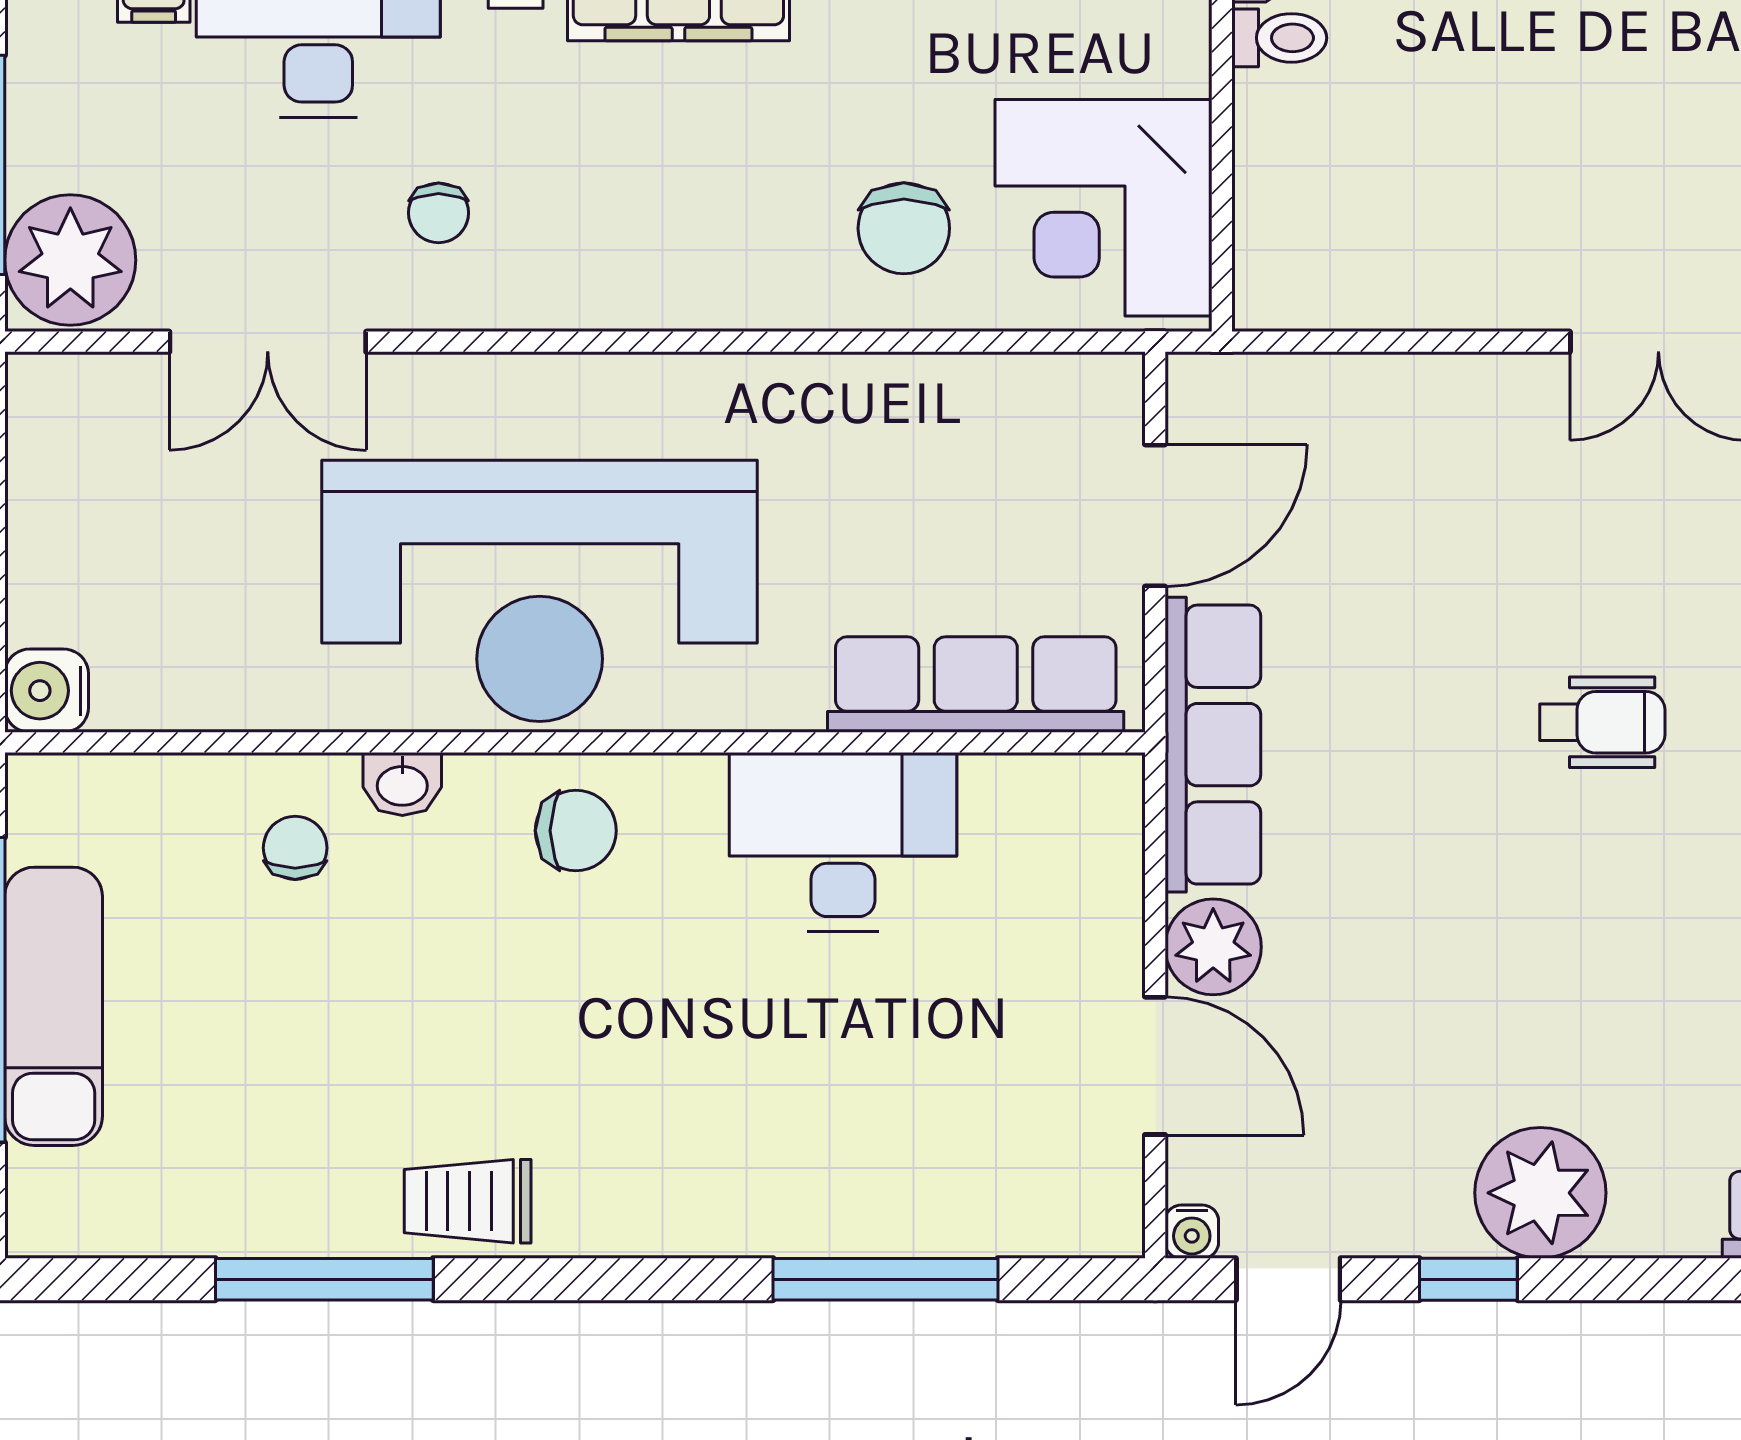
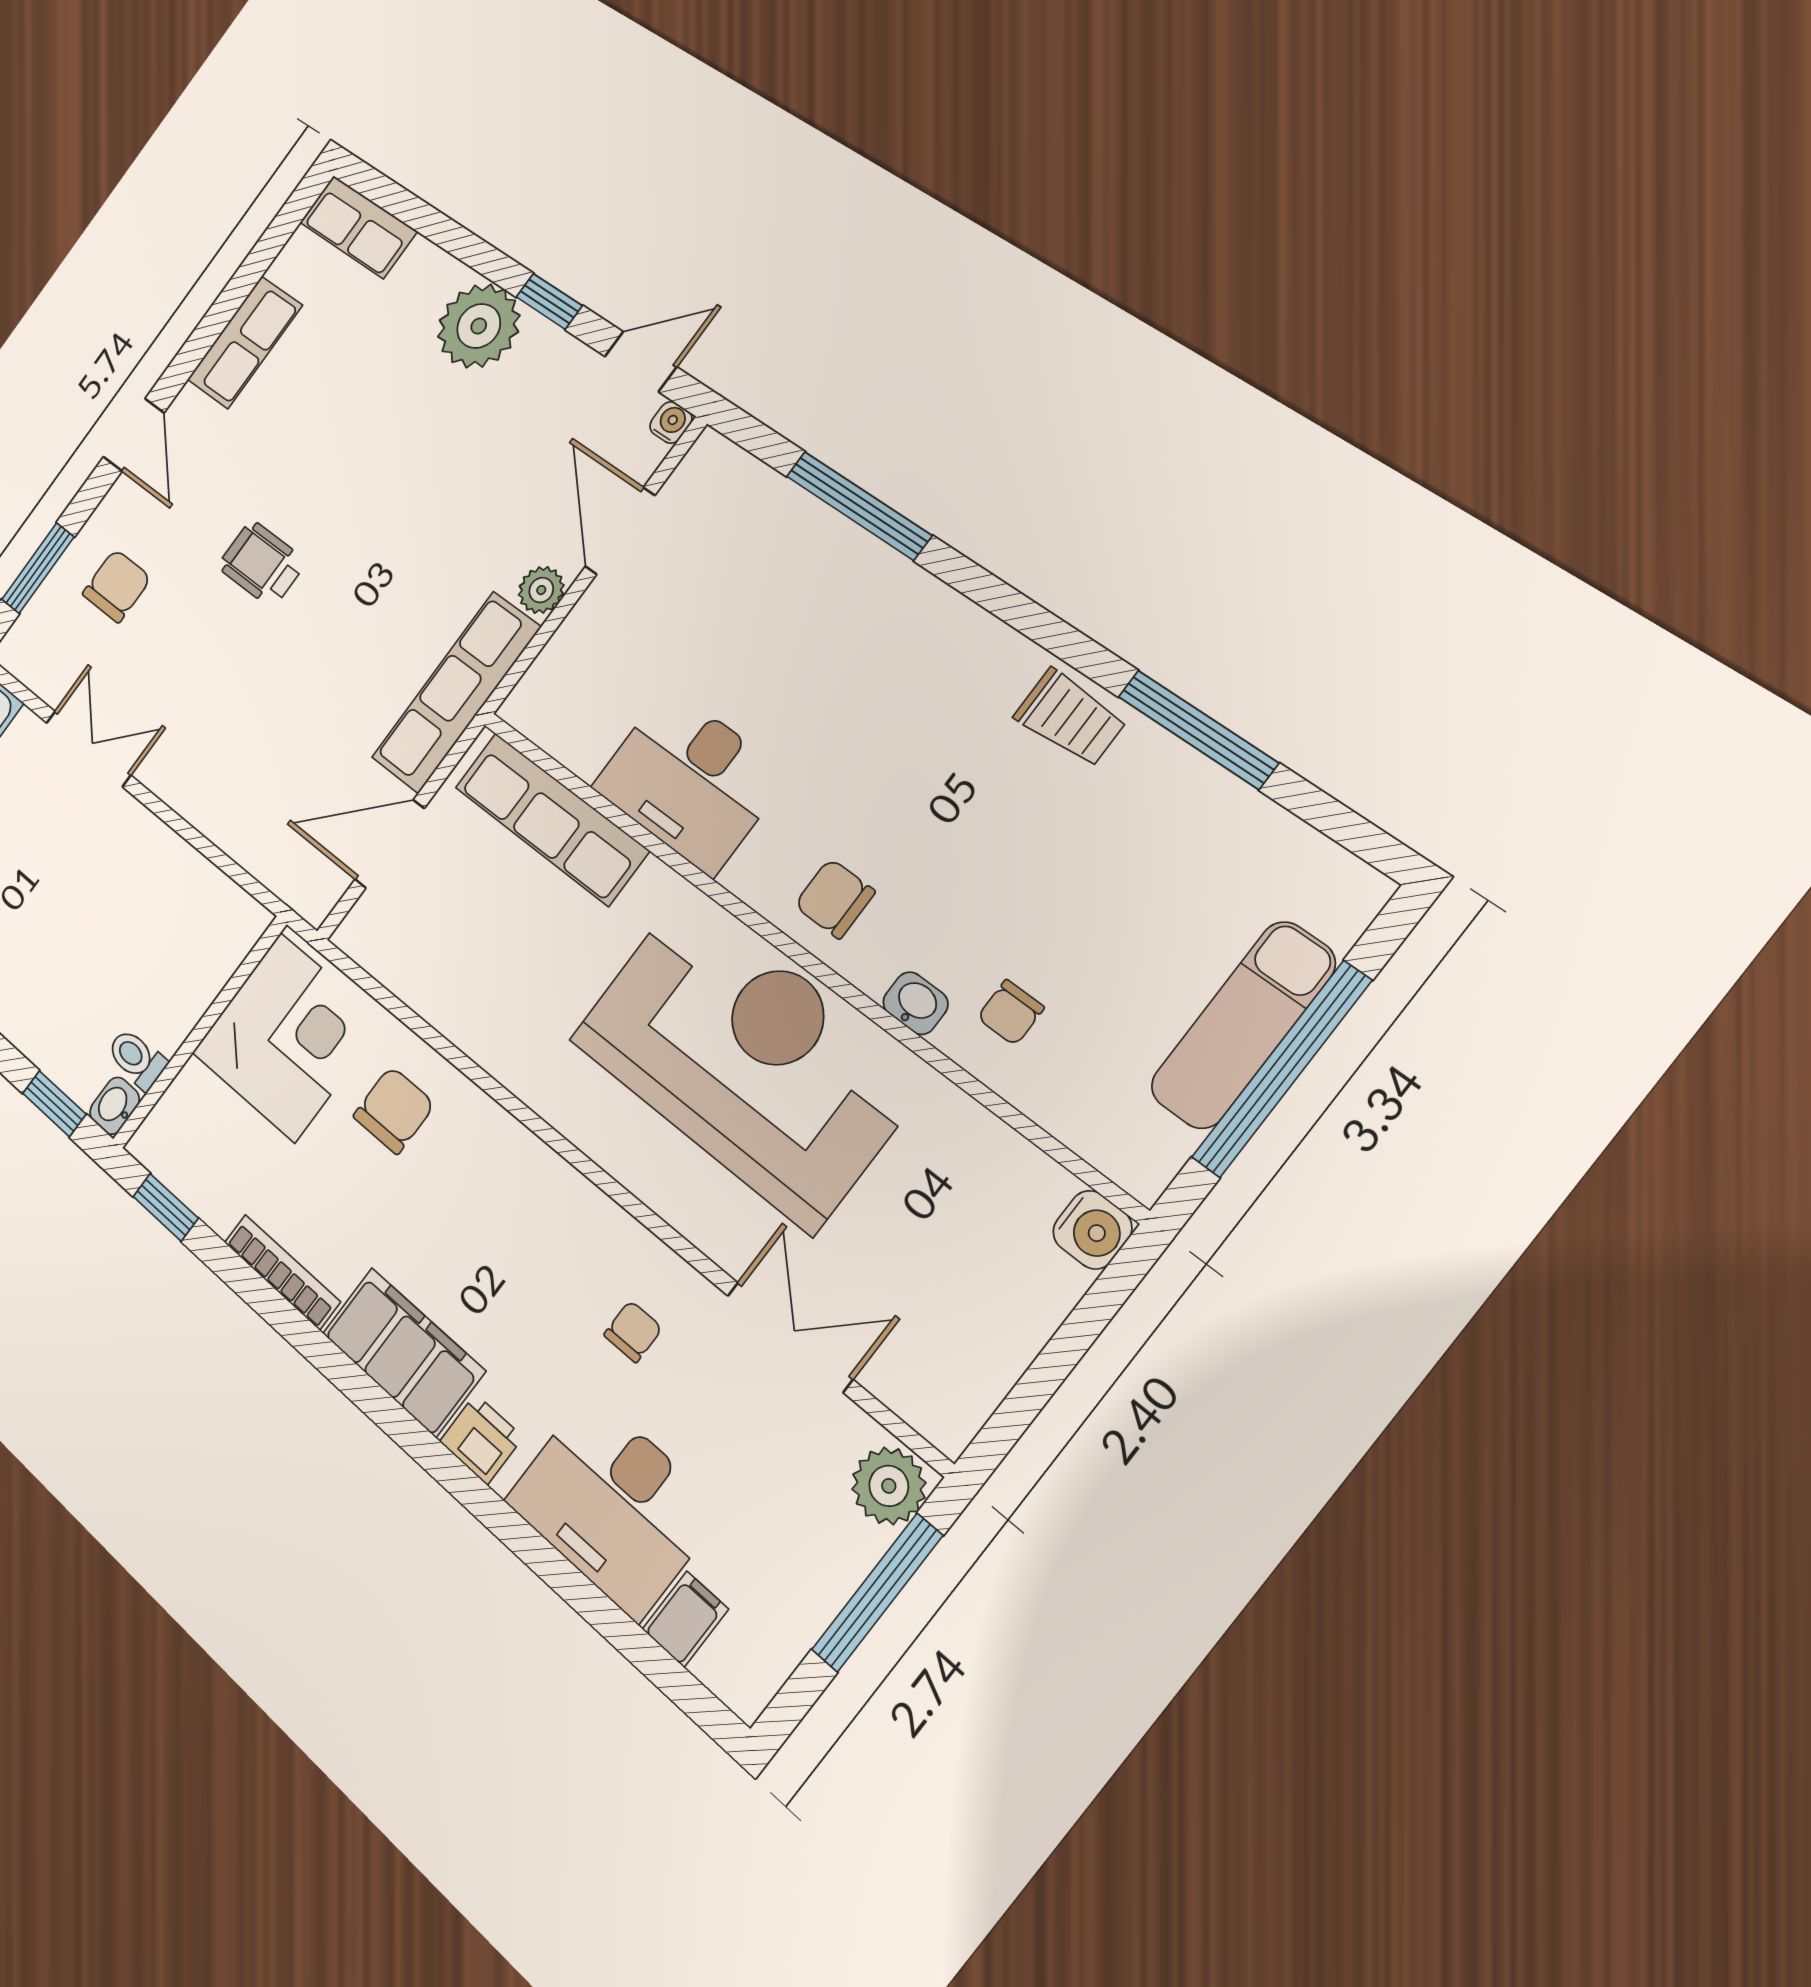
plant: (70, 260) -> (889, 1486), width x0.73, depth x0.73
plant: (1213, 947) -> (541, 590), width x0.73, depth x0.73

